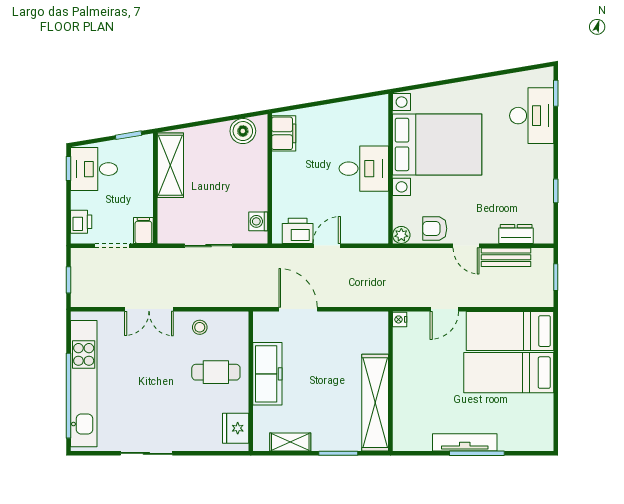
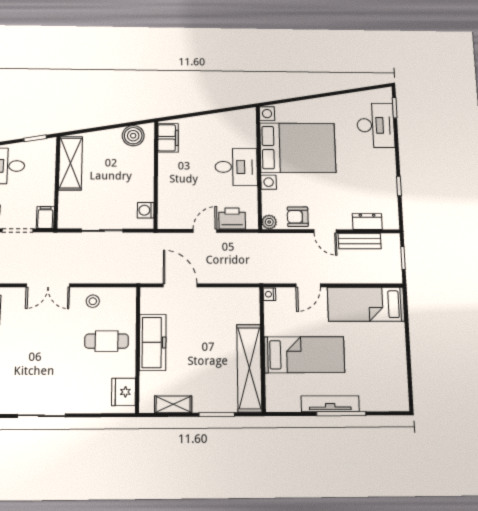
printer: (298, 231) -> (232, 219), moved
bed: (509, 373) -> (304, 355), moved, turned 180

